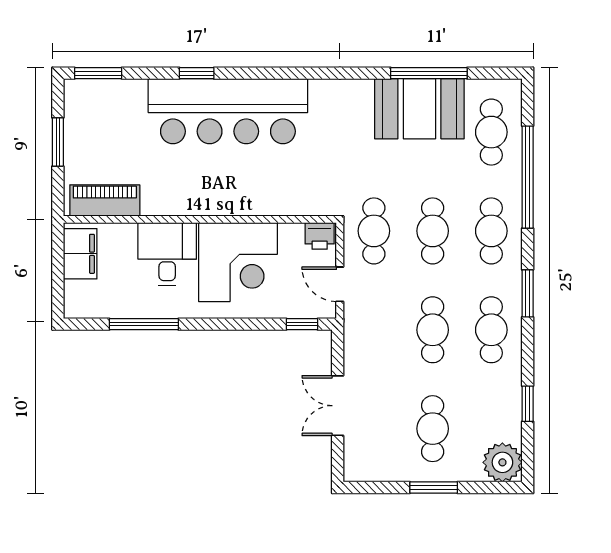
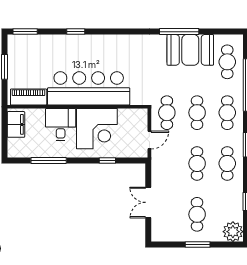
window: (429, 73) -> (179, 32), moved
bar counter: (228, 111) -> (89, 88), moved, turned 180
printer: (320, 236) -> (139, 115), removed
door: (340, 284) -> (149, 140), swing flipped
window: (302, 324) -> (107, 161), moved

